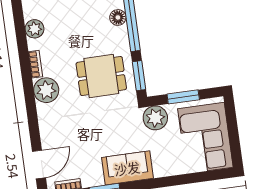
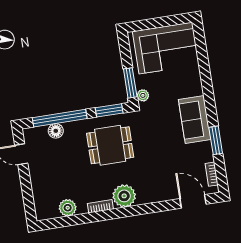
dining table: (101, 76) -> (110, 145), turned 90
window: (183, 97) -> (130, 83), moved
plant: (155, 118) -> (143, 95), width x0.53, depth x0.53

